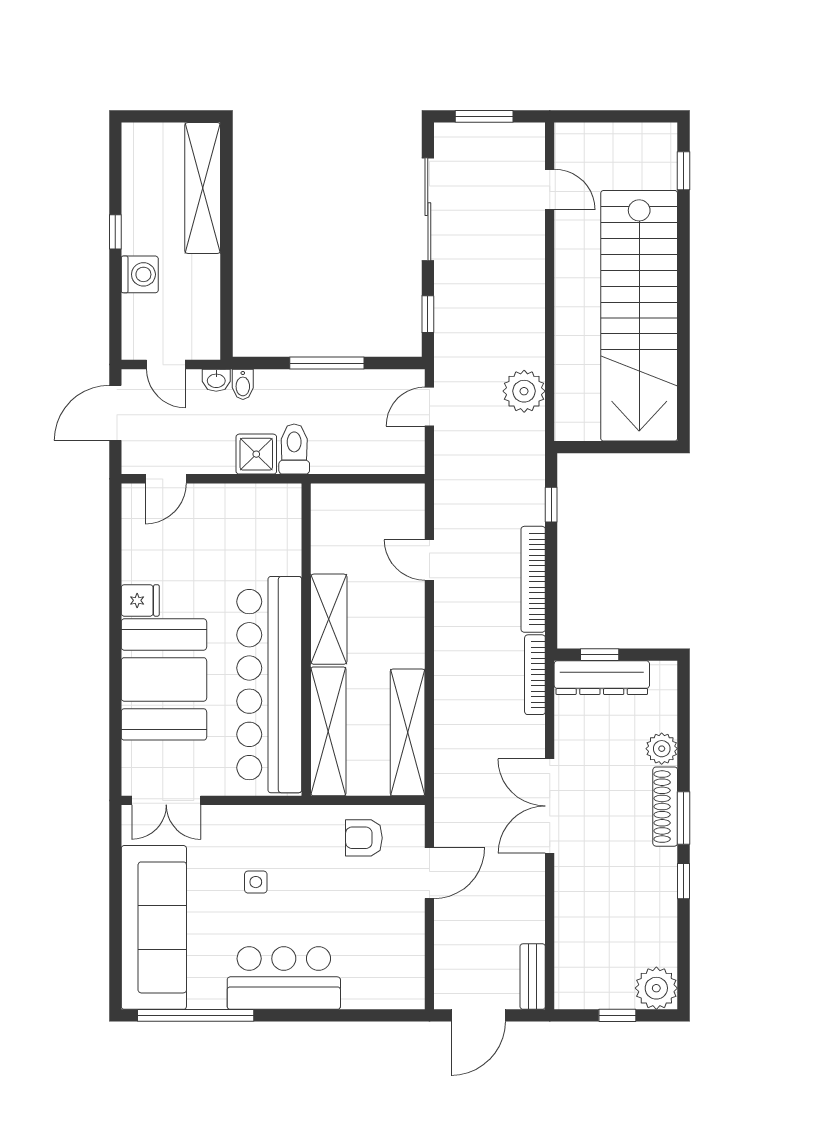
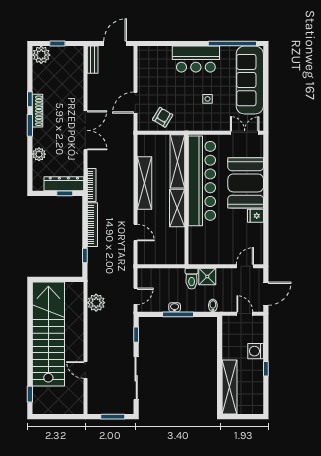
door: (550, 189) -> (85, 370), moved
washbasin: (216, 380) -> (175, 307), moved
shelving: (408, 732) -> (144, 183), moved
shoe rack: (665, 807) -> (38, 111), moved
armchair: (364, 838) -> (163, 117), turned -59

